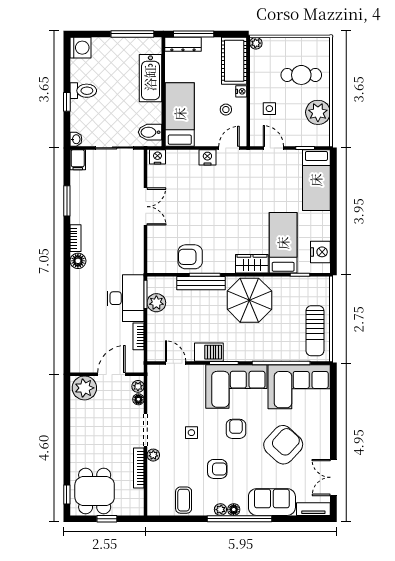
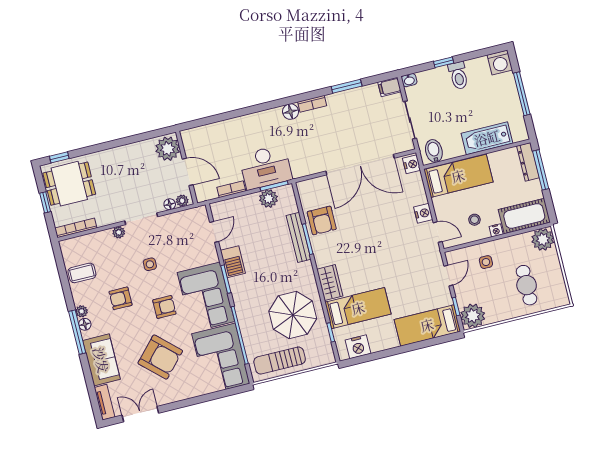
window: (132, 34) -> (522, 94), moved
plant: (256, 43) -> (543, 239), width x1.87, depth x1.87
plant: (318, 112) -> (473, 316), moved
double door: (146, 207) -> (360, 165), width x1.87
armchair: (190, 257) -> (322, 220), turned 180
parasol: (249, 300) -> (293, 315), moved
bookcase: (139, 468) -> (76, 228), moved
armchair: (217, 469) -> (121, 298), turned 90
window: (239, 519) -> (77, 332), width x0.68

